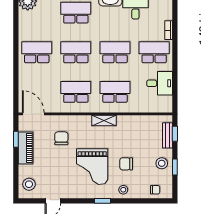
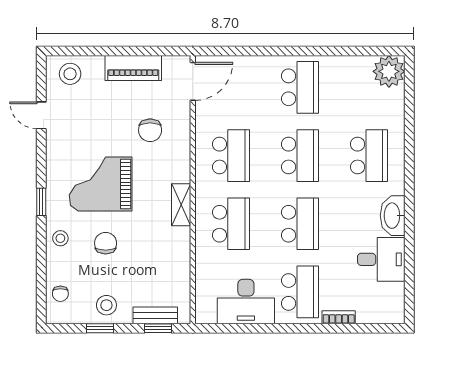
desk: (160, 83) -> (246, 302), width x1.37
chair: (61, 138) -> (150, 130), turned 90
window: (16, 139) -> (148, 51), removed

